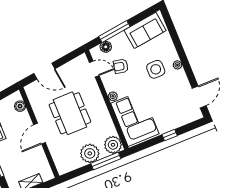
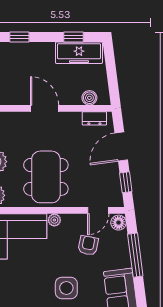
floor lamp: (106, 47) -> (119, 223), moved
window: (67, 58) -> (126, 182), added
dresser: (33, 97) -> (94, 118), added
dining table: (70, 113) -> (46, 177), moved, turned 90

